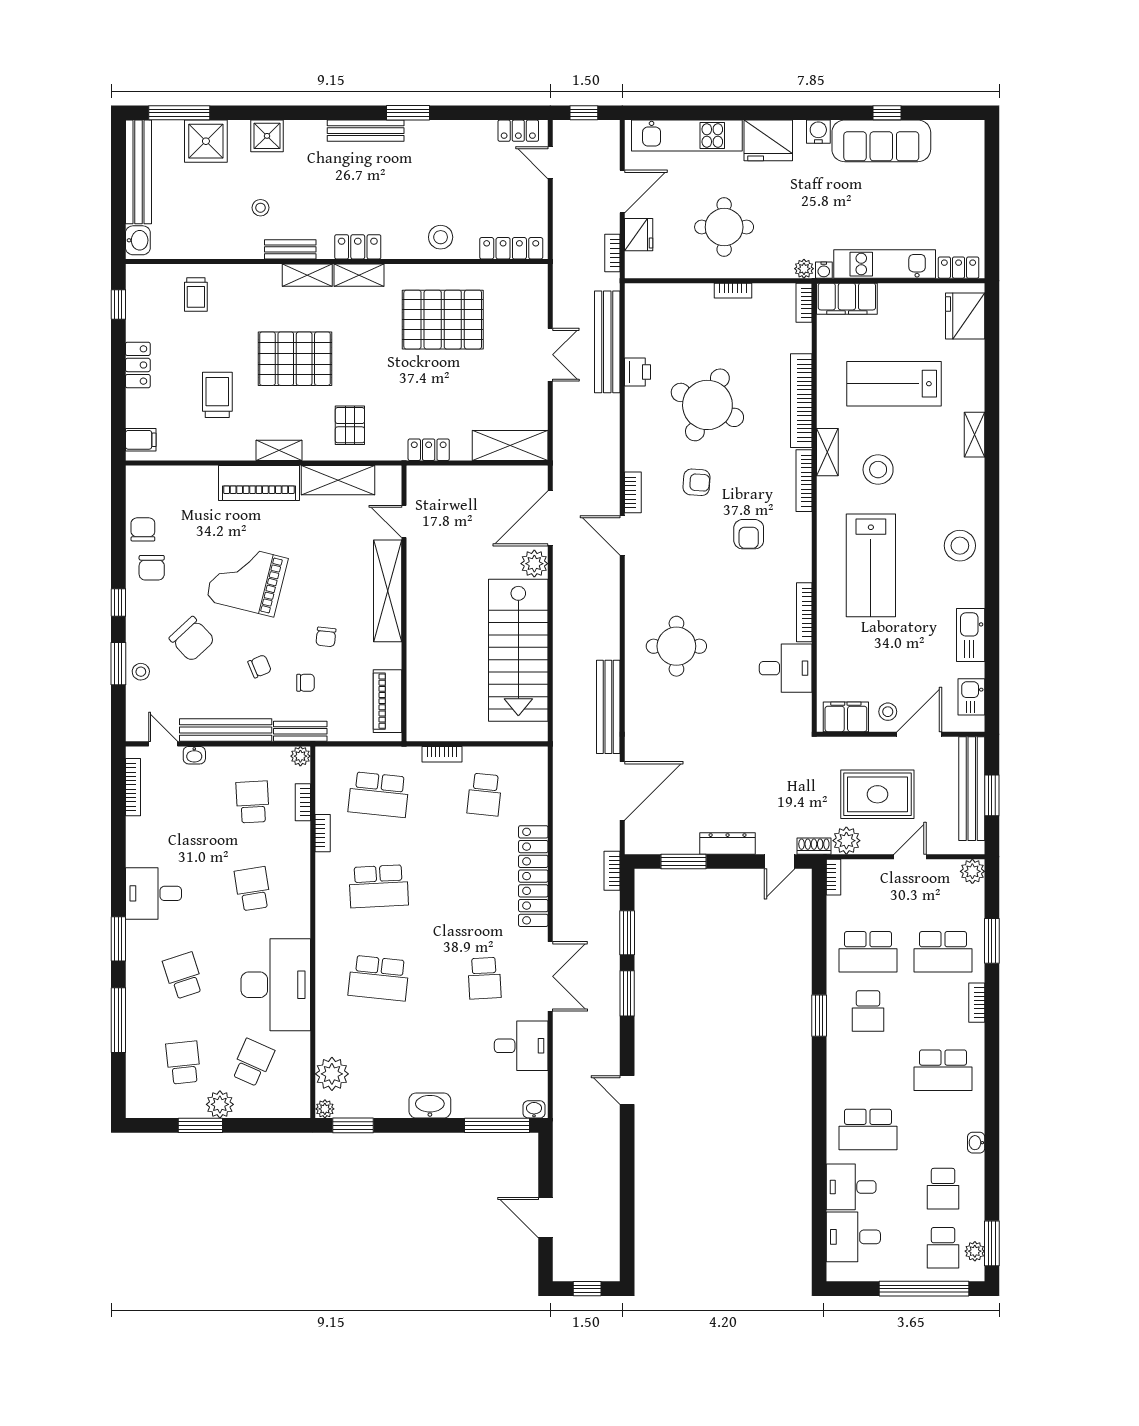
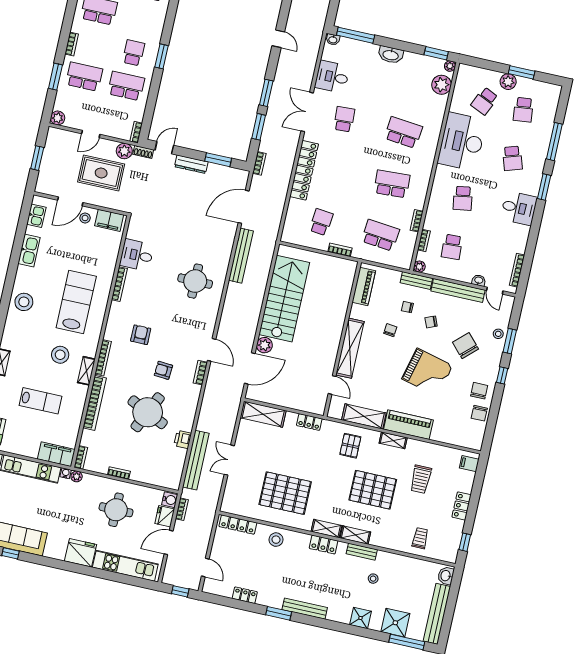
locker: (518, 131) -> (245, 595), moved
water cooler: (818, 132) -> (170, 500), moved, turned -90
lab bench: (894, 384) -> (40, 401), width x0.73, depth x0.72
bench: (972, 789) -> (48, 164), removed

